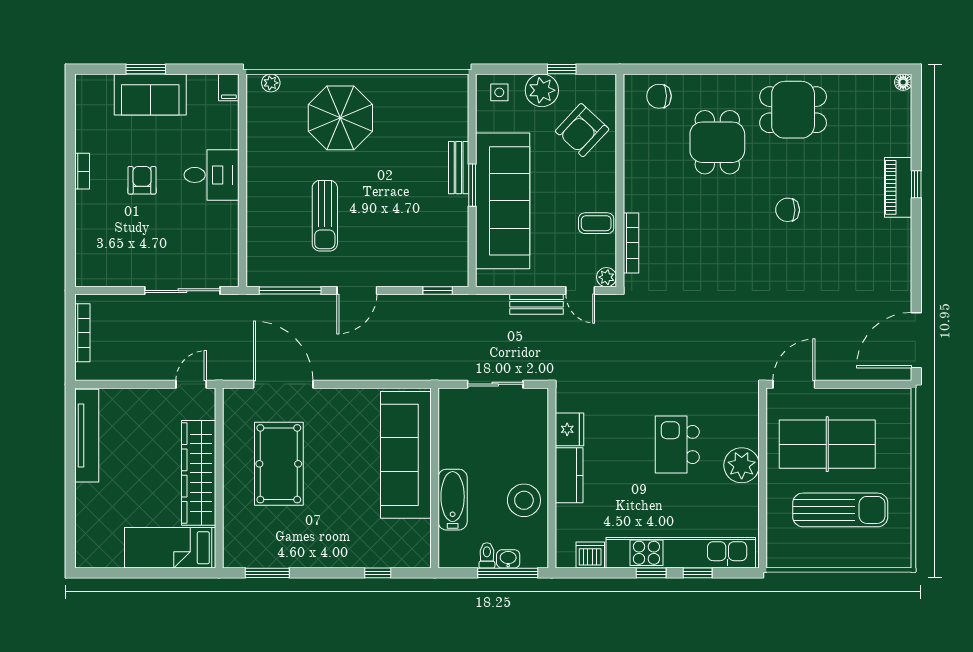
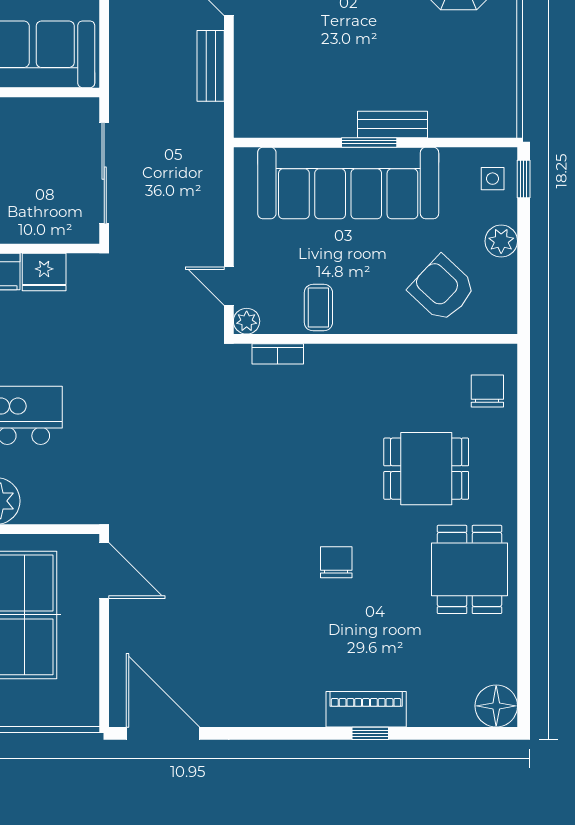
window: (562, 69) -> (524, 179), moved
floor lamp: (903, 82) -> (496, 706), width x1.89, depth x1.89
plant: (542, 90) -> (501, 241), width x0.73, depth x0.73
bookcase: (631, 243) -> (278, 354), width x0.64
window: (438, 291) -> (229, 96), removed
door: (580, 291) -> (229, 286), hinge flipped
bench: (537, 304) -> (211, 66), moved
sliding door: (495, 384) -> (104, 173), width x1.37

